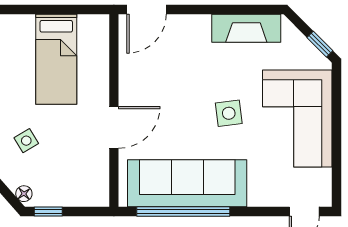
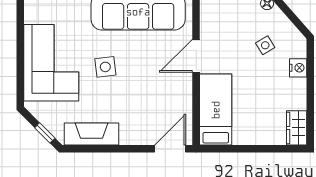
window: (320, 44) -> (45, 133), moved
bed: (56, 59) -> (216, 110), moved

